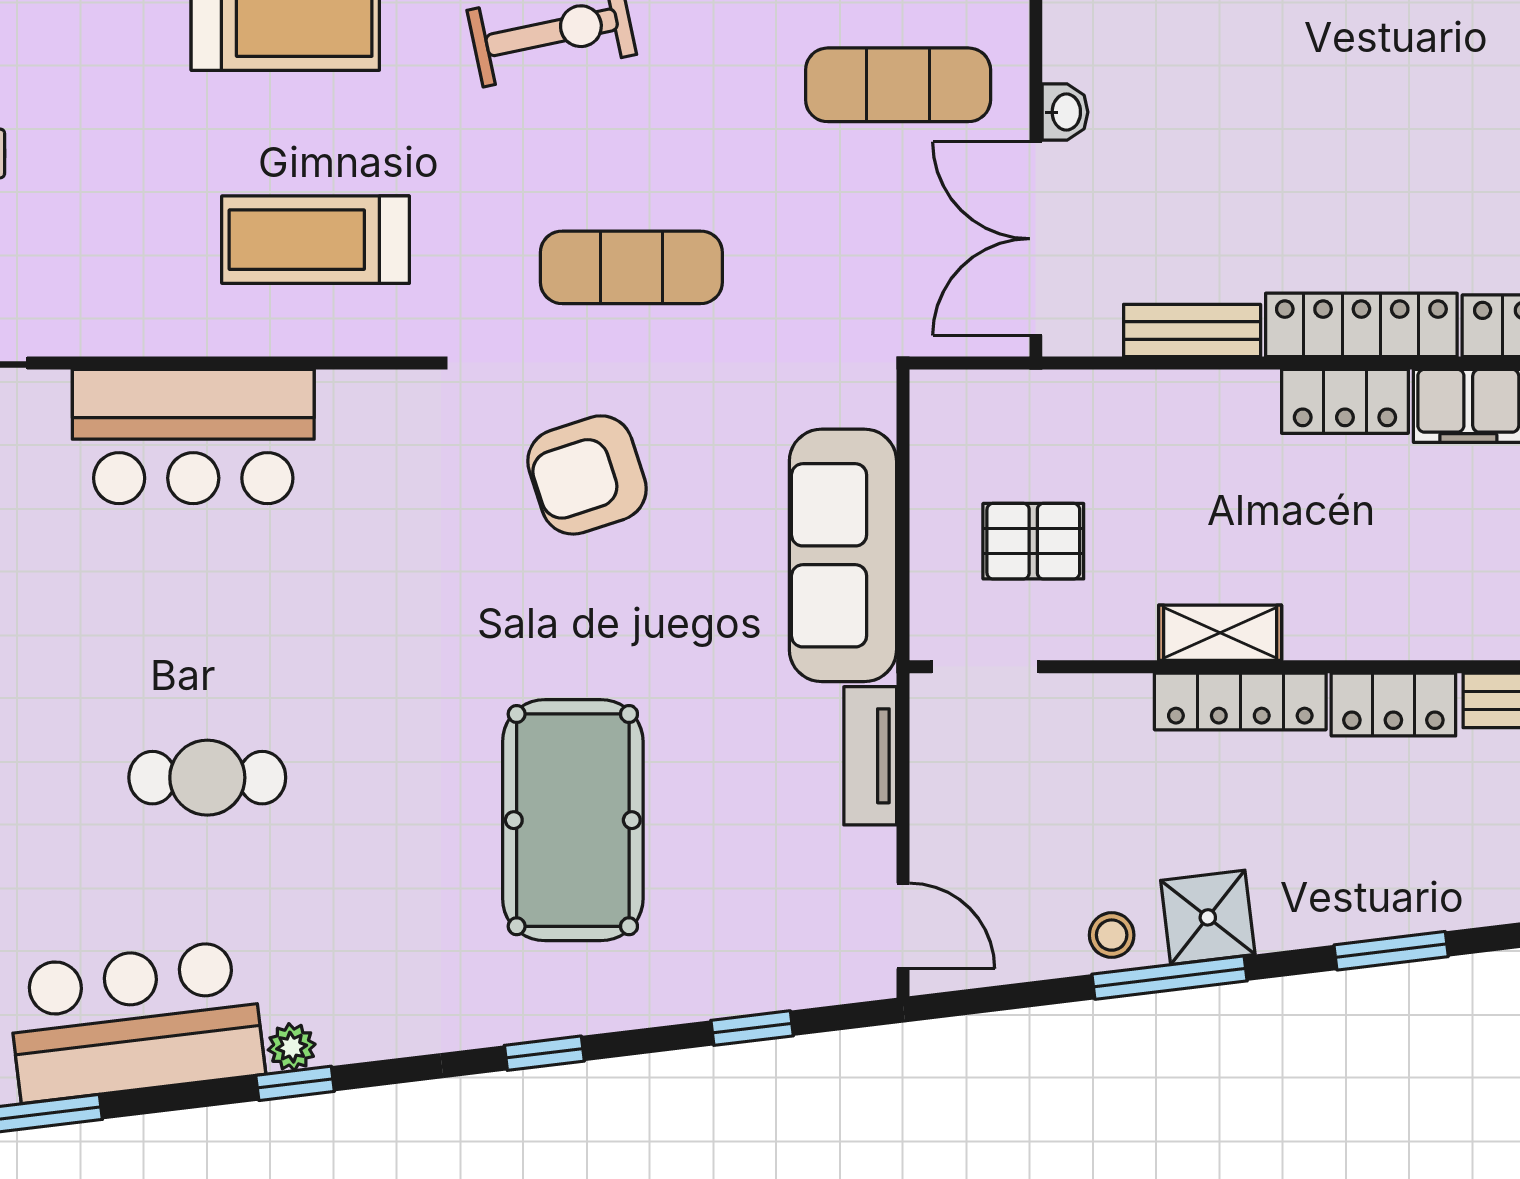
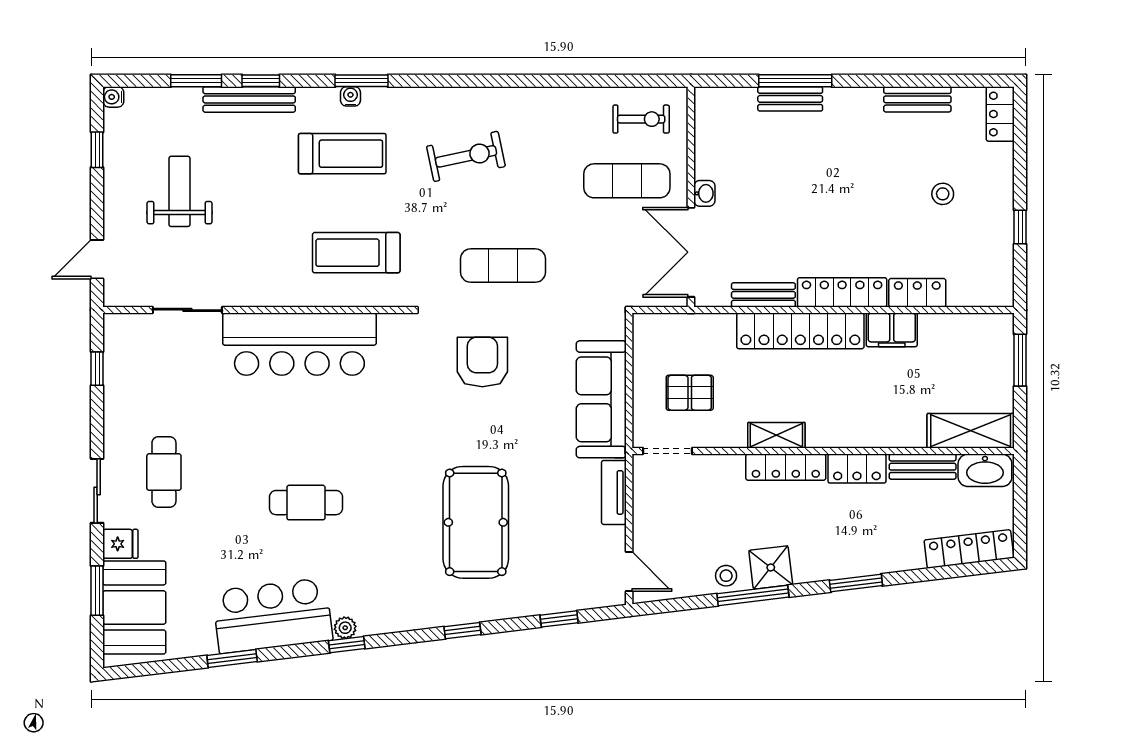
locker: (1345, 401) -> (800, 331), width x2.16, depth x1.21
bar counter: (193, 437) -> (299, 344), width x1.36
armchair: (587, 475) -> (482, 362), turned 108

